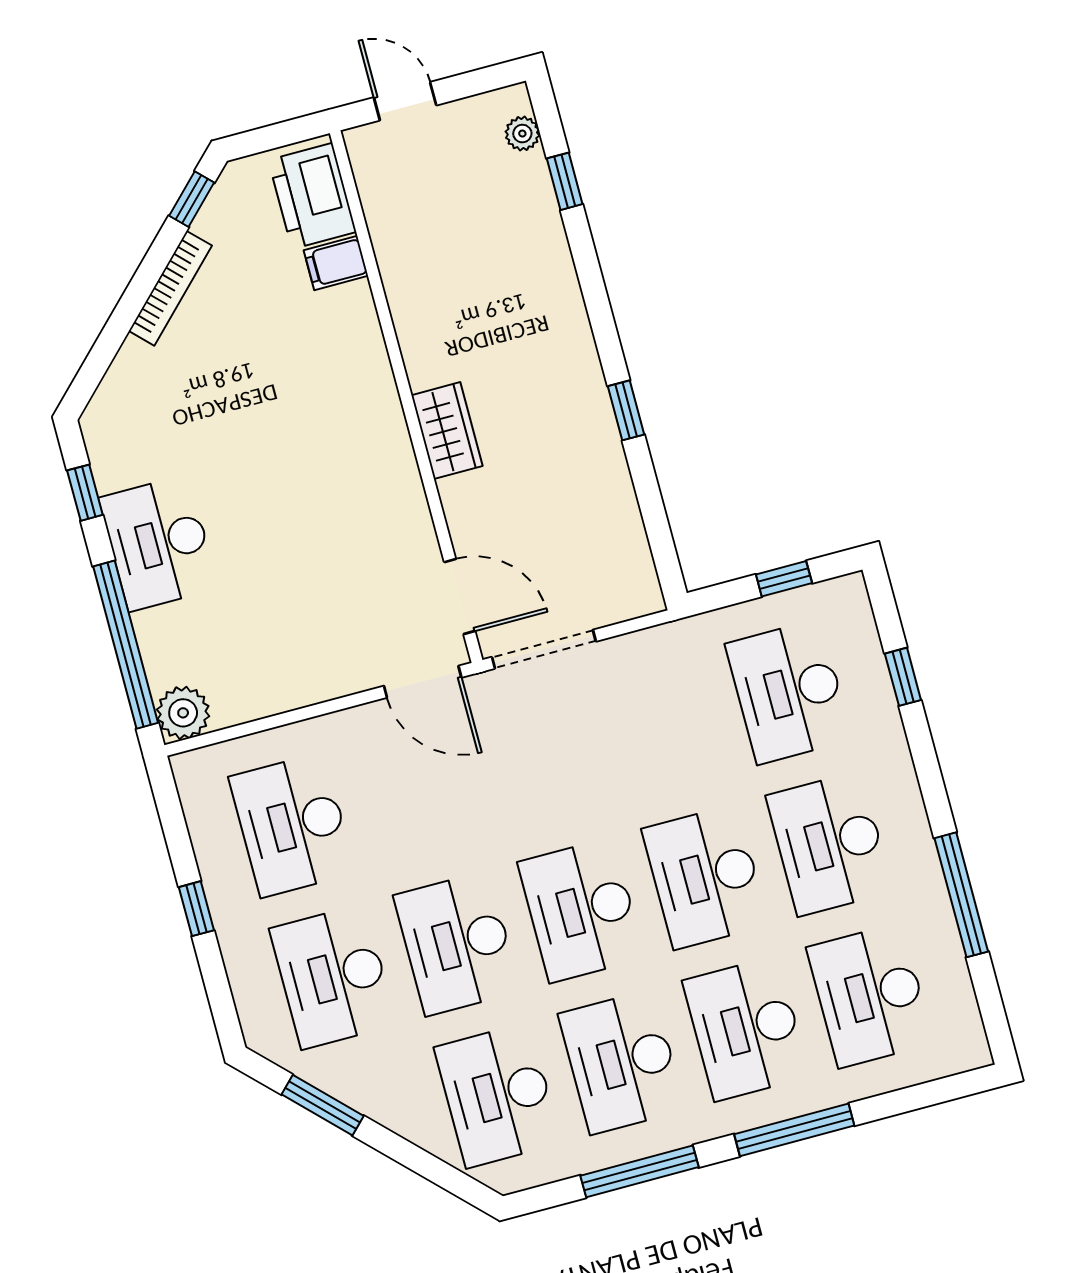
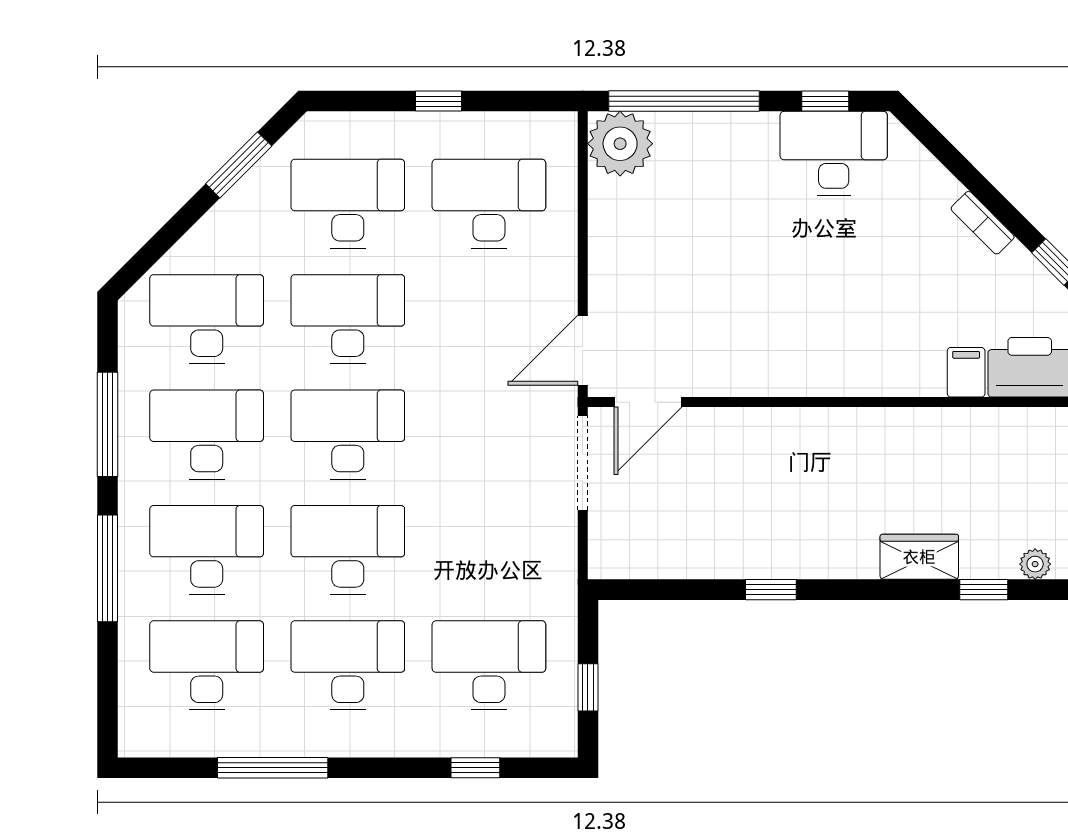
bookcase: (170, 288) -> (983, 223), width x0.64
wardrobe: (447, 431) -> (919, 557), moved, turned 180
desk: (158, 543) -> (834, 153), moved
plant: (183, 713) -> (620, 144), width x1.36, depth x1.36

